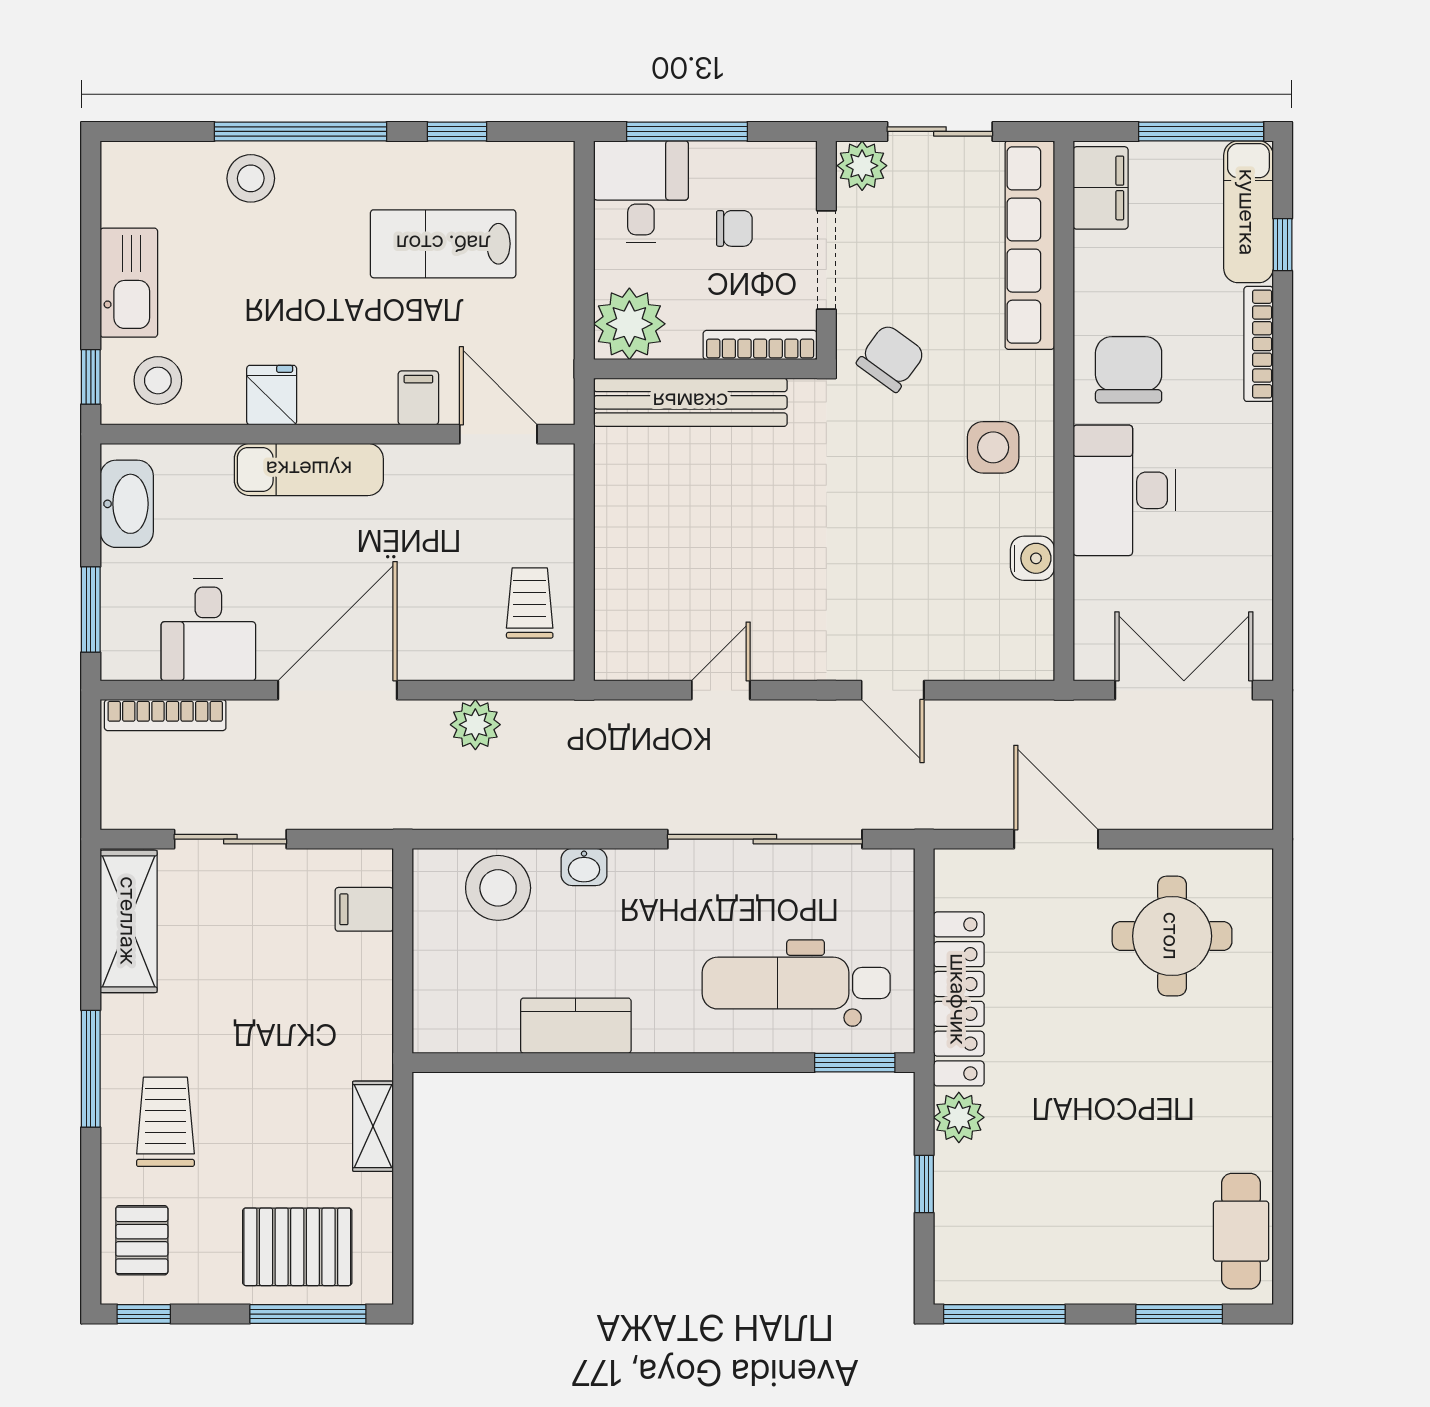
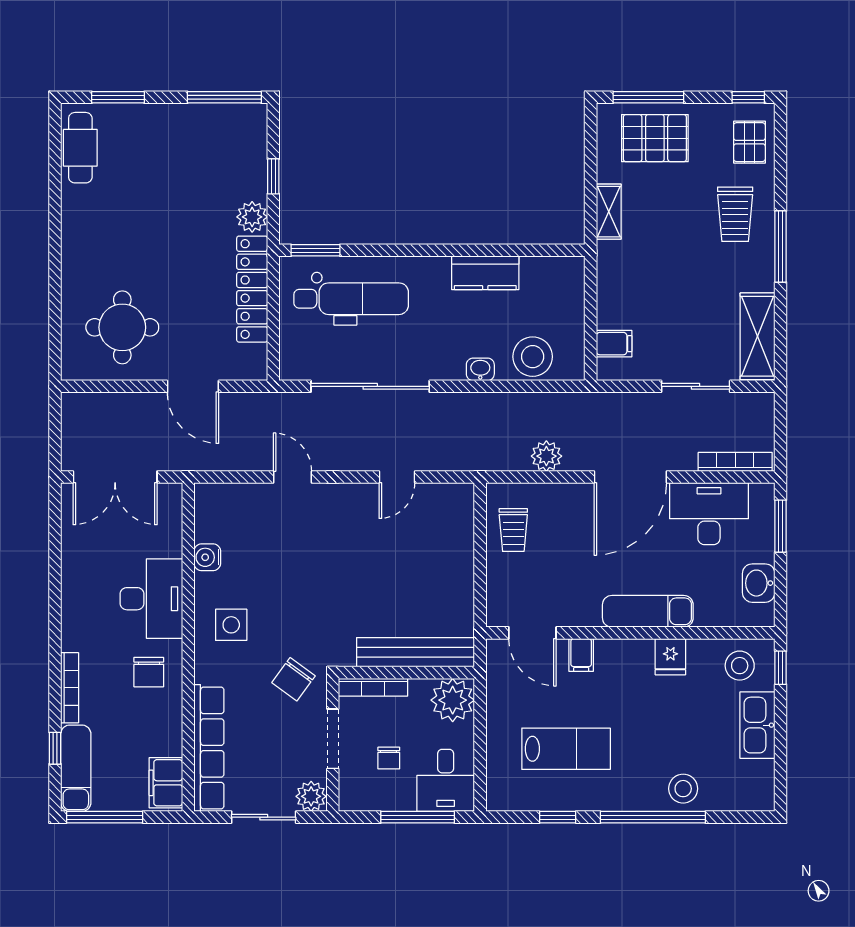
chair: (734, 228) -> (389, 758), turned -90
chair: (1129, 370) -> (149, 672), width x0.73, depth x0.73
washbasin: (127, 504) -> (759, 583), width x0.72
desk: (208, 630) -> (709, 514), width x1.37

